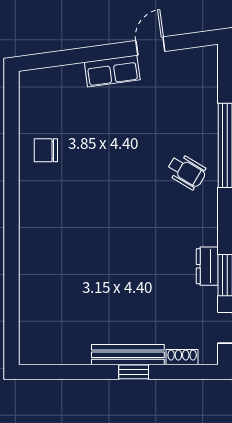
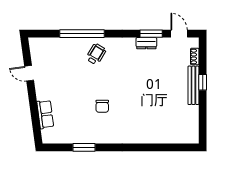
row of seats: (112, 71) -> (45, 114), moved
window: (12, 149) -> (84, 147), added
chair: (46, 150) -> (102, 106), moved

